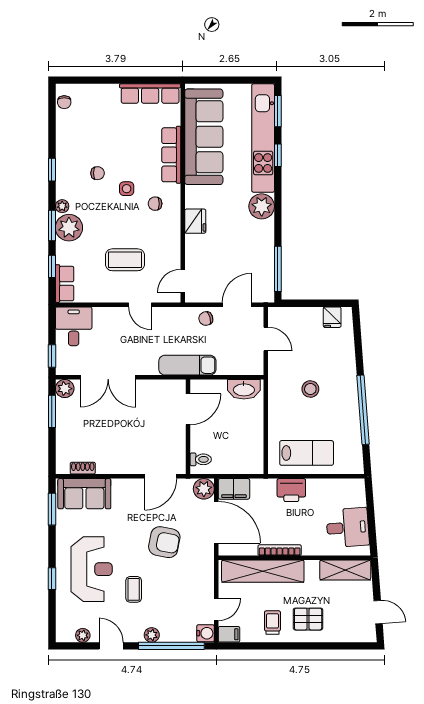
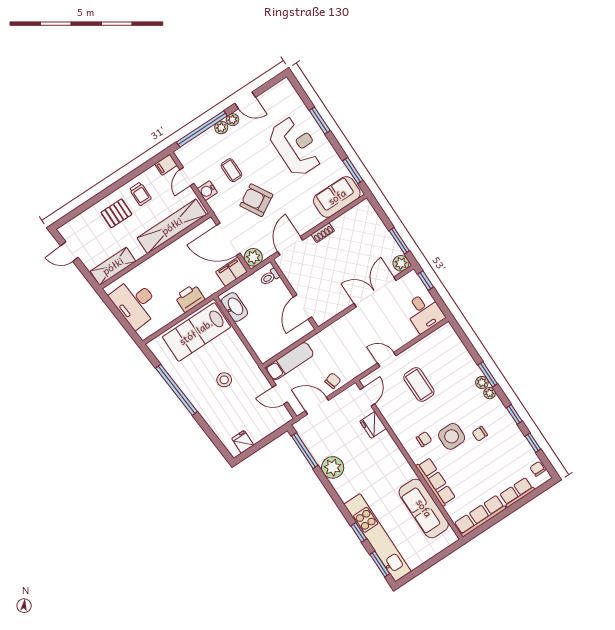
sofa: (204, 137) -> (424, 508), width x0.74, depth x0.79
side table: (127, 189) -> (452, 436), width x1.87, depth x1.87
plant: (262, 206) -> (333, 467), moved
fridge: (195, 221) -> (373, 425), moved
plant: (69, 228) -> (482, 382), width x0.53, depth x0.53
coffee table: (125, 260) -> (419, 384), turned 90
window: (52, 266) -> (533, 443), moved
row of seats: (65, 284) -> (517, 492), moved, turned 90
door: (237, 305) -> (317, 406), swing flipped
exam couch: (187, 365) -> (290, 361), moved
washbasin: (244, 389) -> (234, 307), moved, turned 90
lab bench: (307, 453) -> (196, 332), width x1.36, depth x1.39
shoe rack: (83, 468) -> (323, 233), moved
desk: (348, 528) -> (135, 303), width x1.37
armchair: (164, 542) -> (256, 200), turned 49
bookcase: (280, 550) -> (170, 249), removed
reception desk: (92, 569) -> (296, 146), turned 180
window: (52, 579) -> (320, 121), width x1.50
coffee table: (134, 589) -> (232, 170), moved
water cooler: (206, 633) -> (207, 191), moved
plant: (83, 635) -> (233, 120), moved

